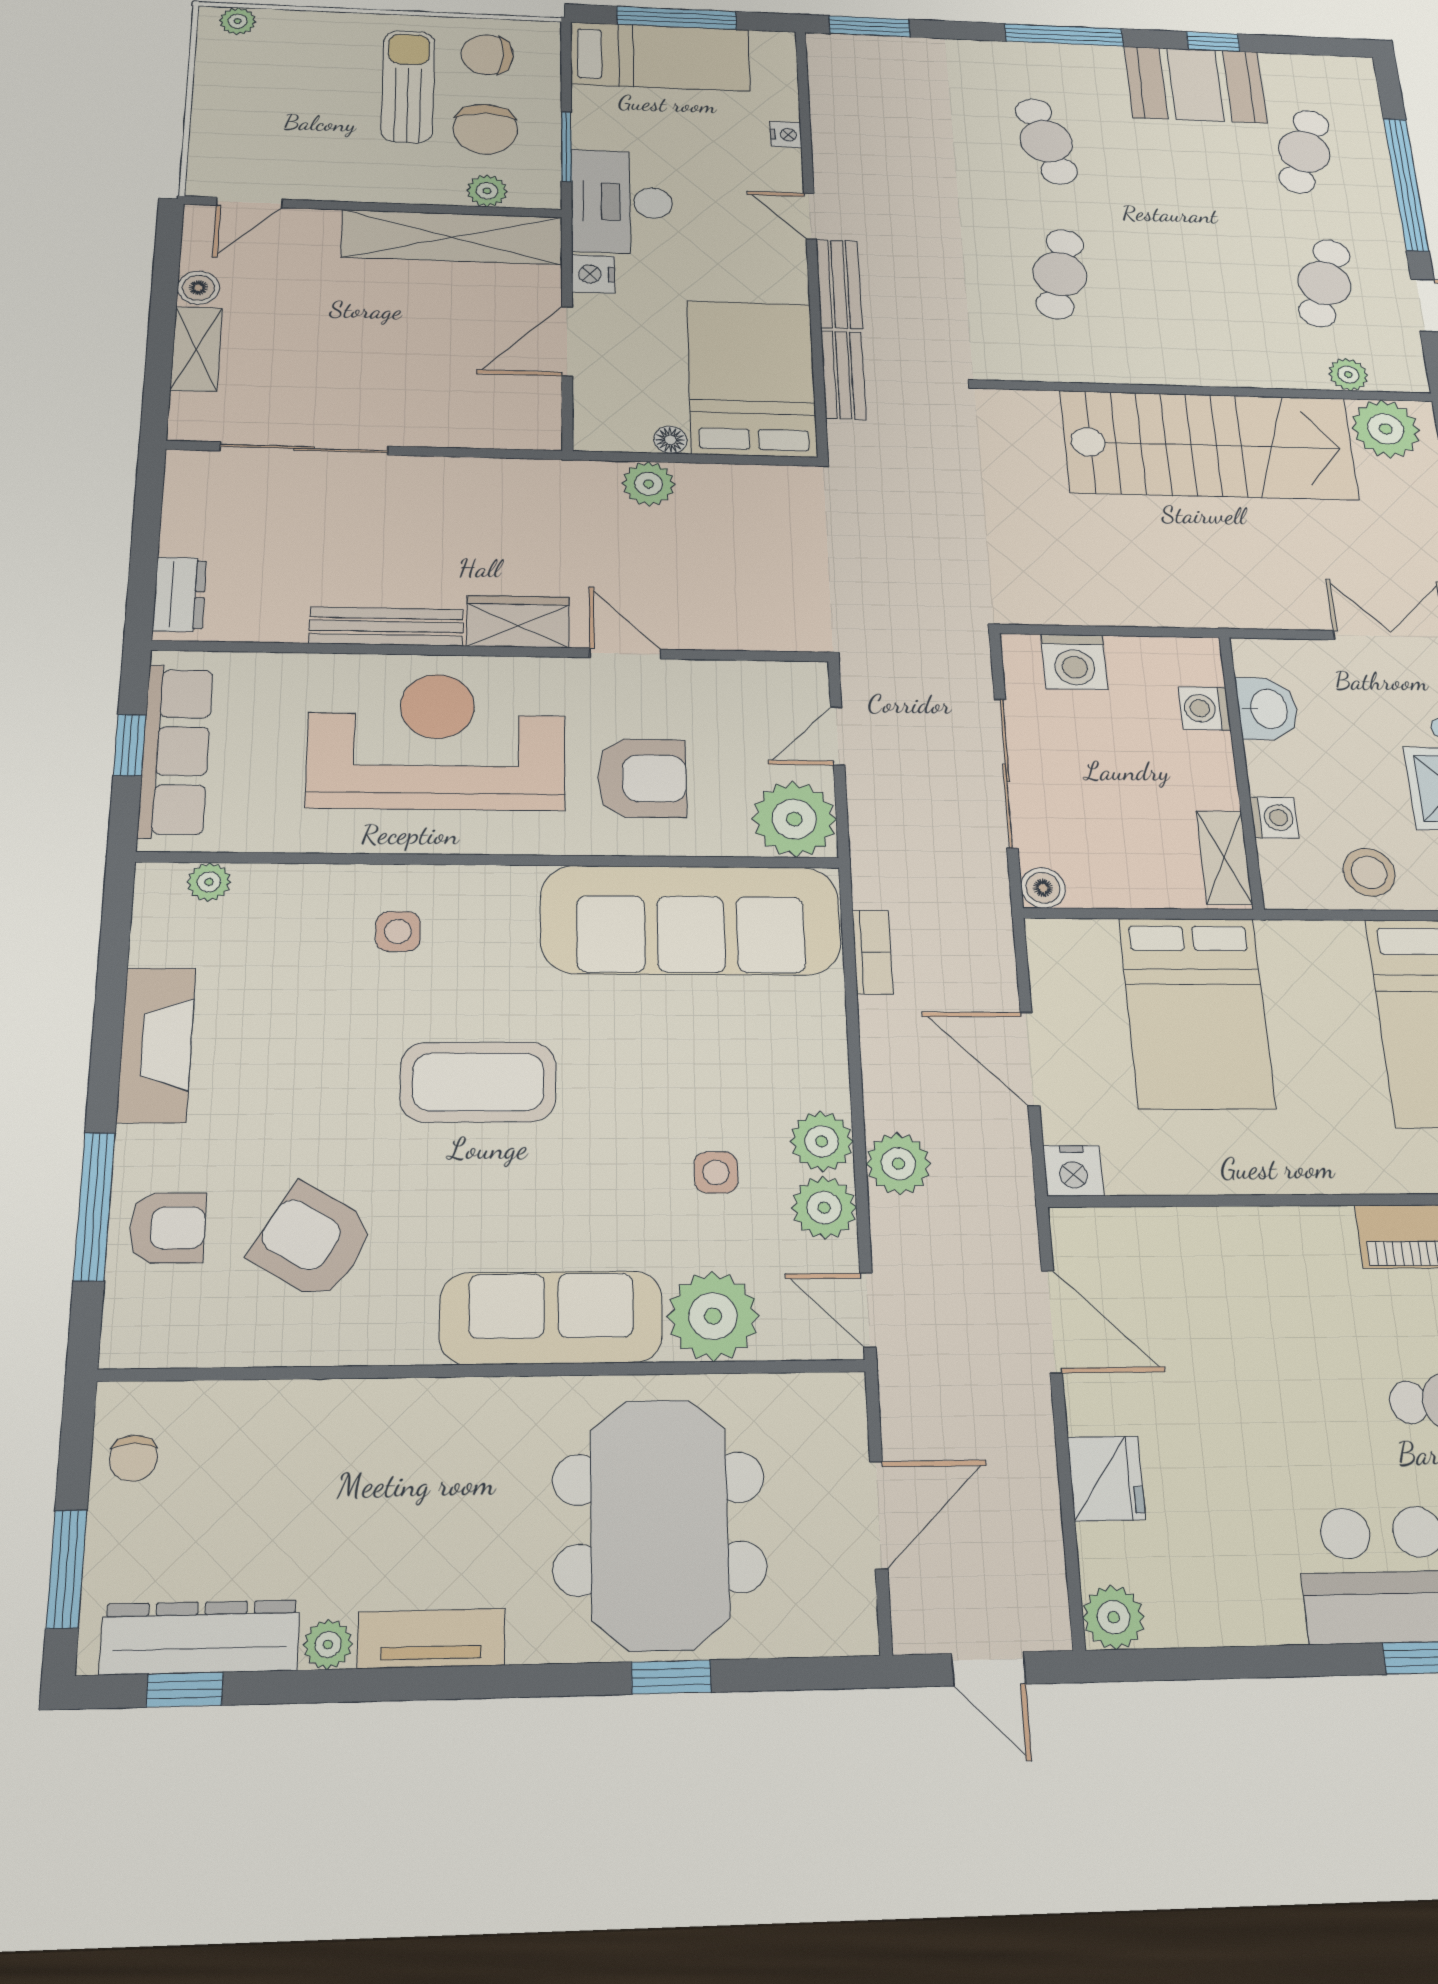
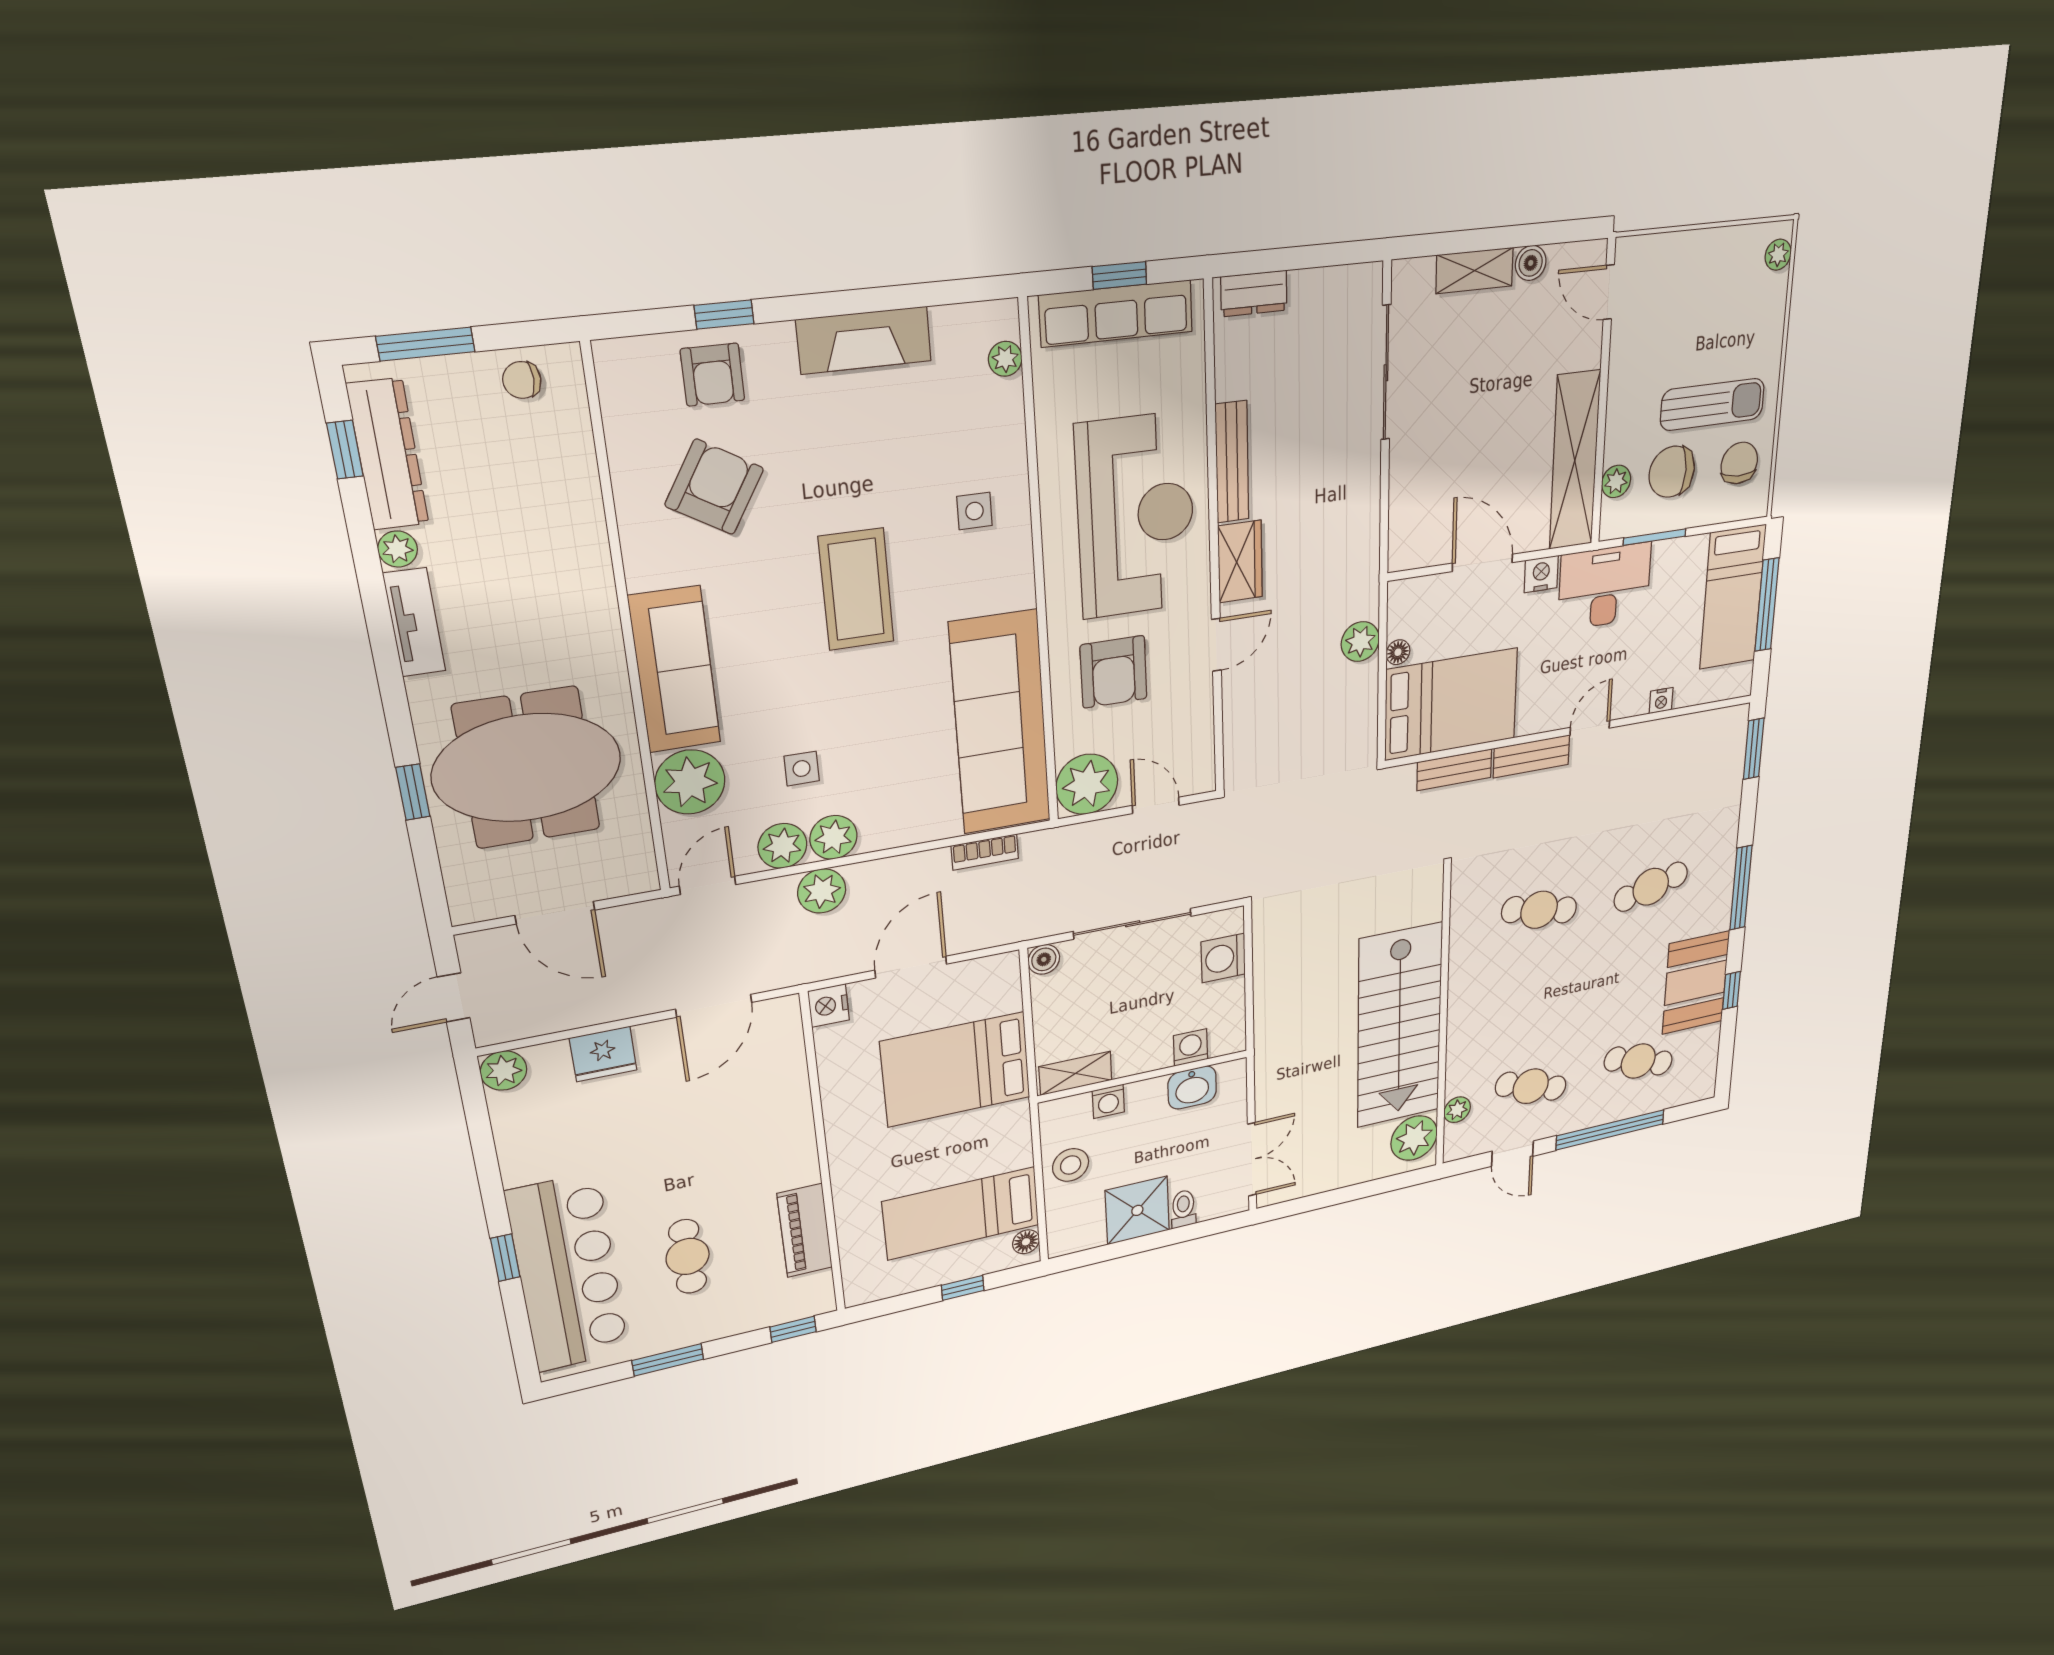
window: (94, 1206) -> (724, 315), width x0.46

